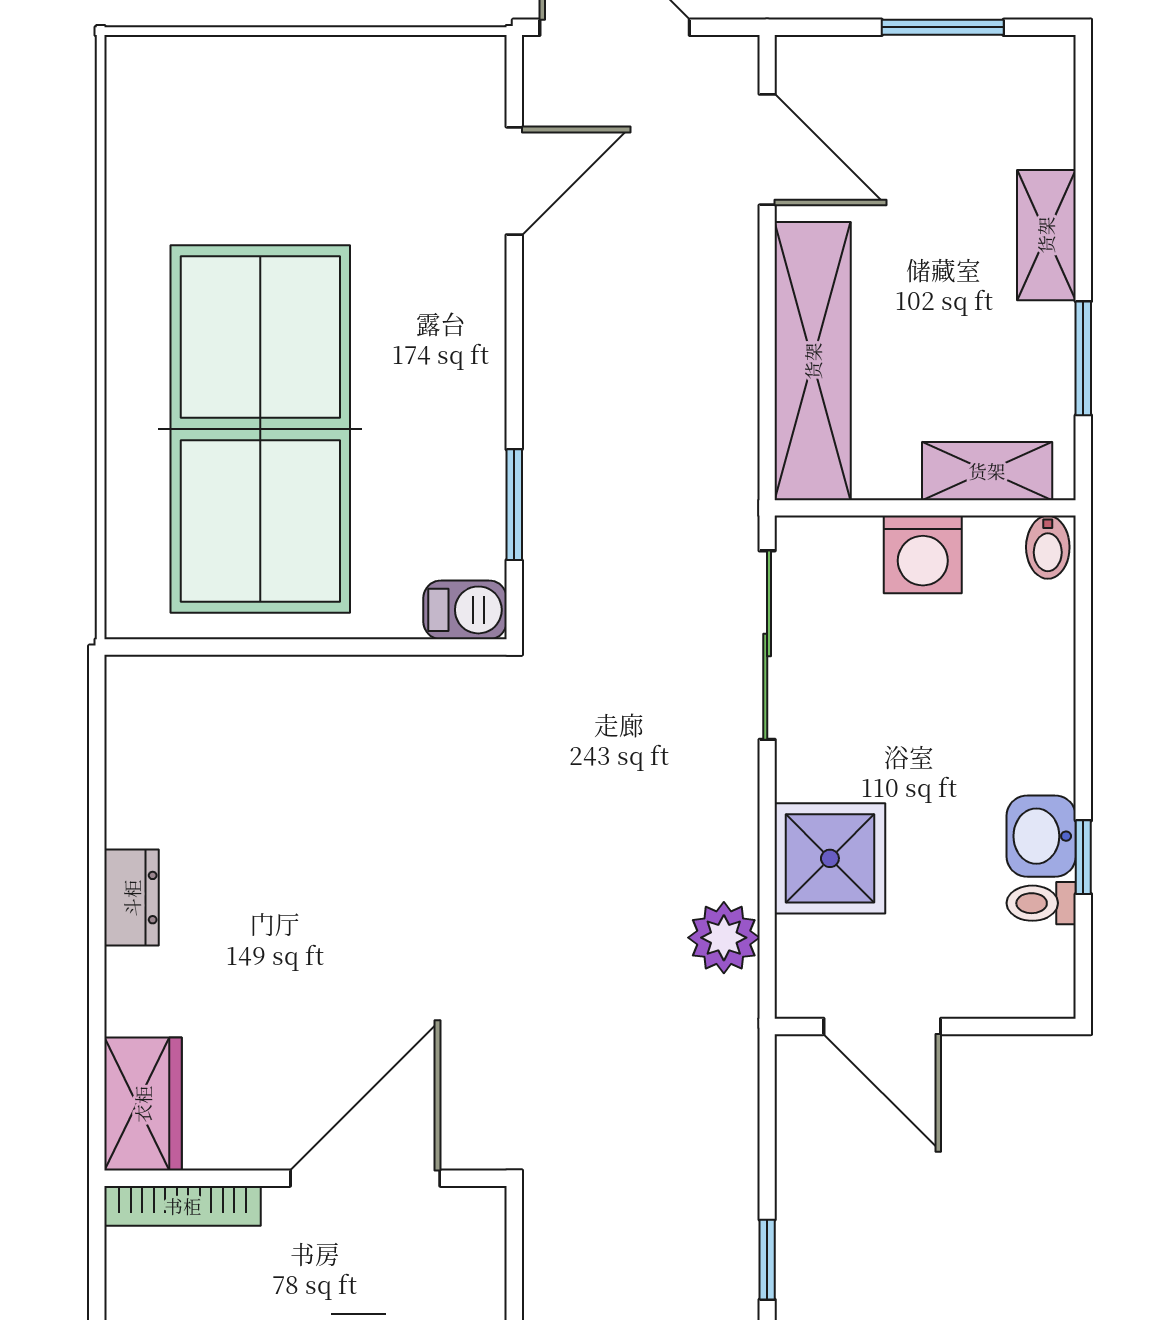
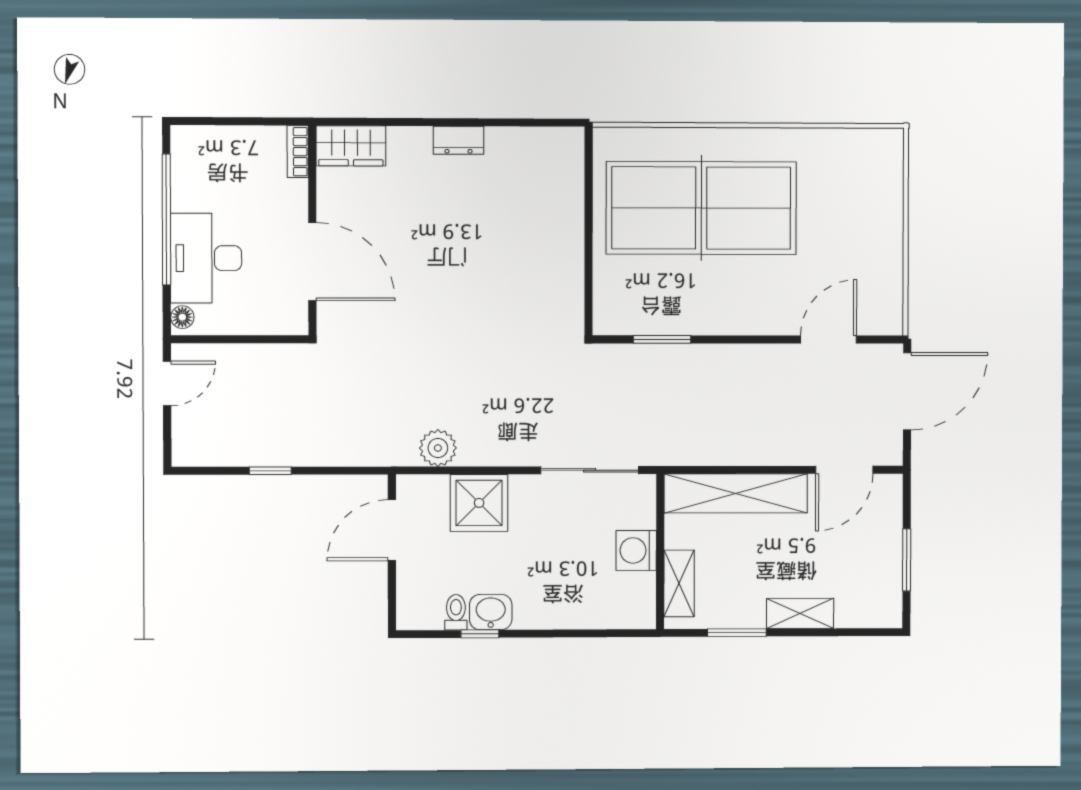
door: (514, 181) -> (829, 339), swing flipped
bidet: (1048, 547) -> (640, 615), removed
barbecue: (465, 610) -> (608, 314), removed
bookcase: (183, 1206) -> (298, 152), width x0.64

